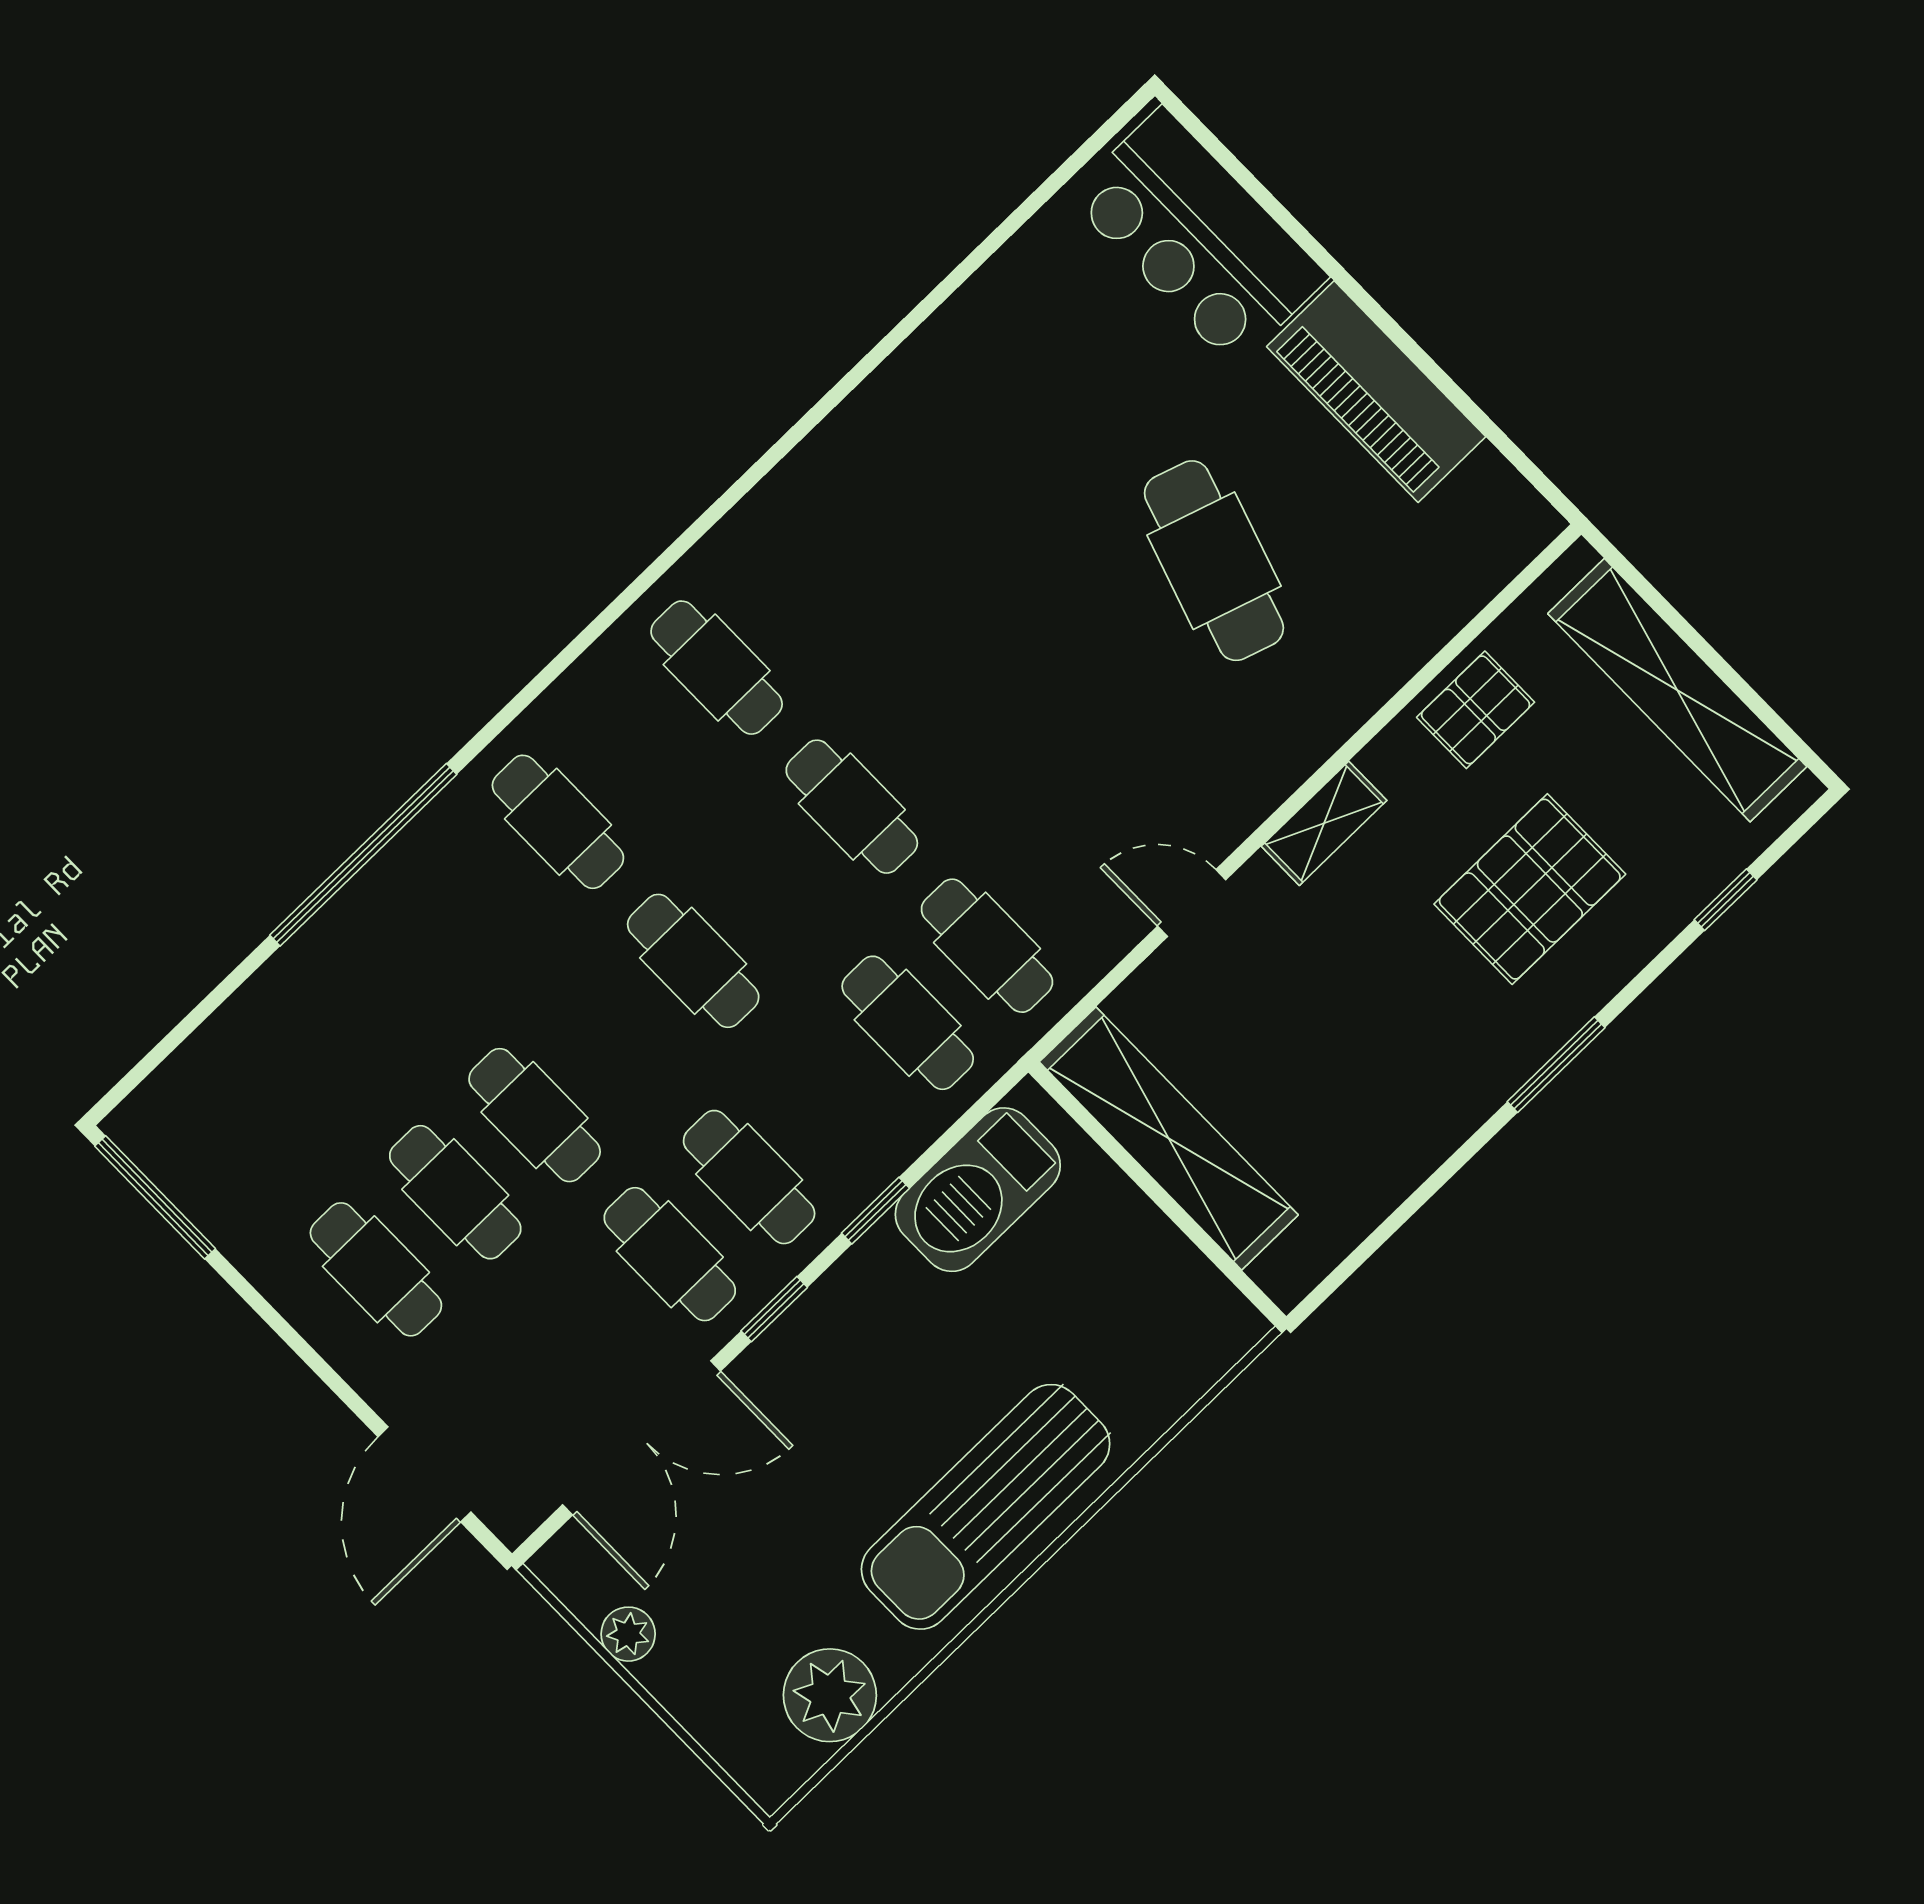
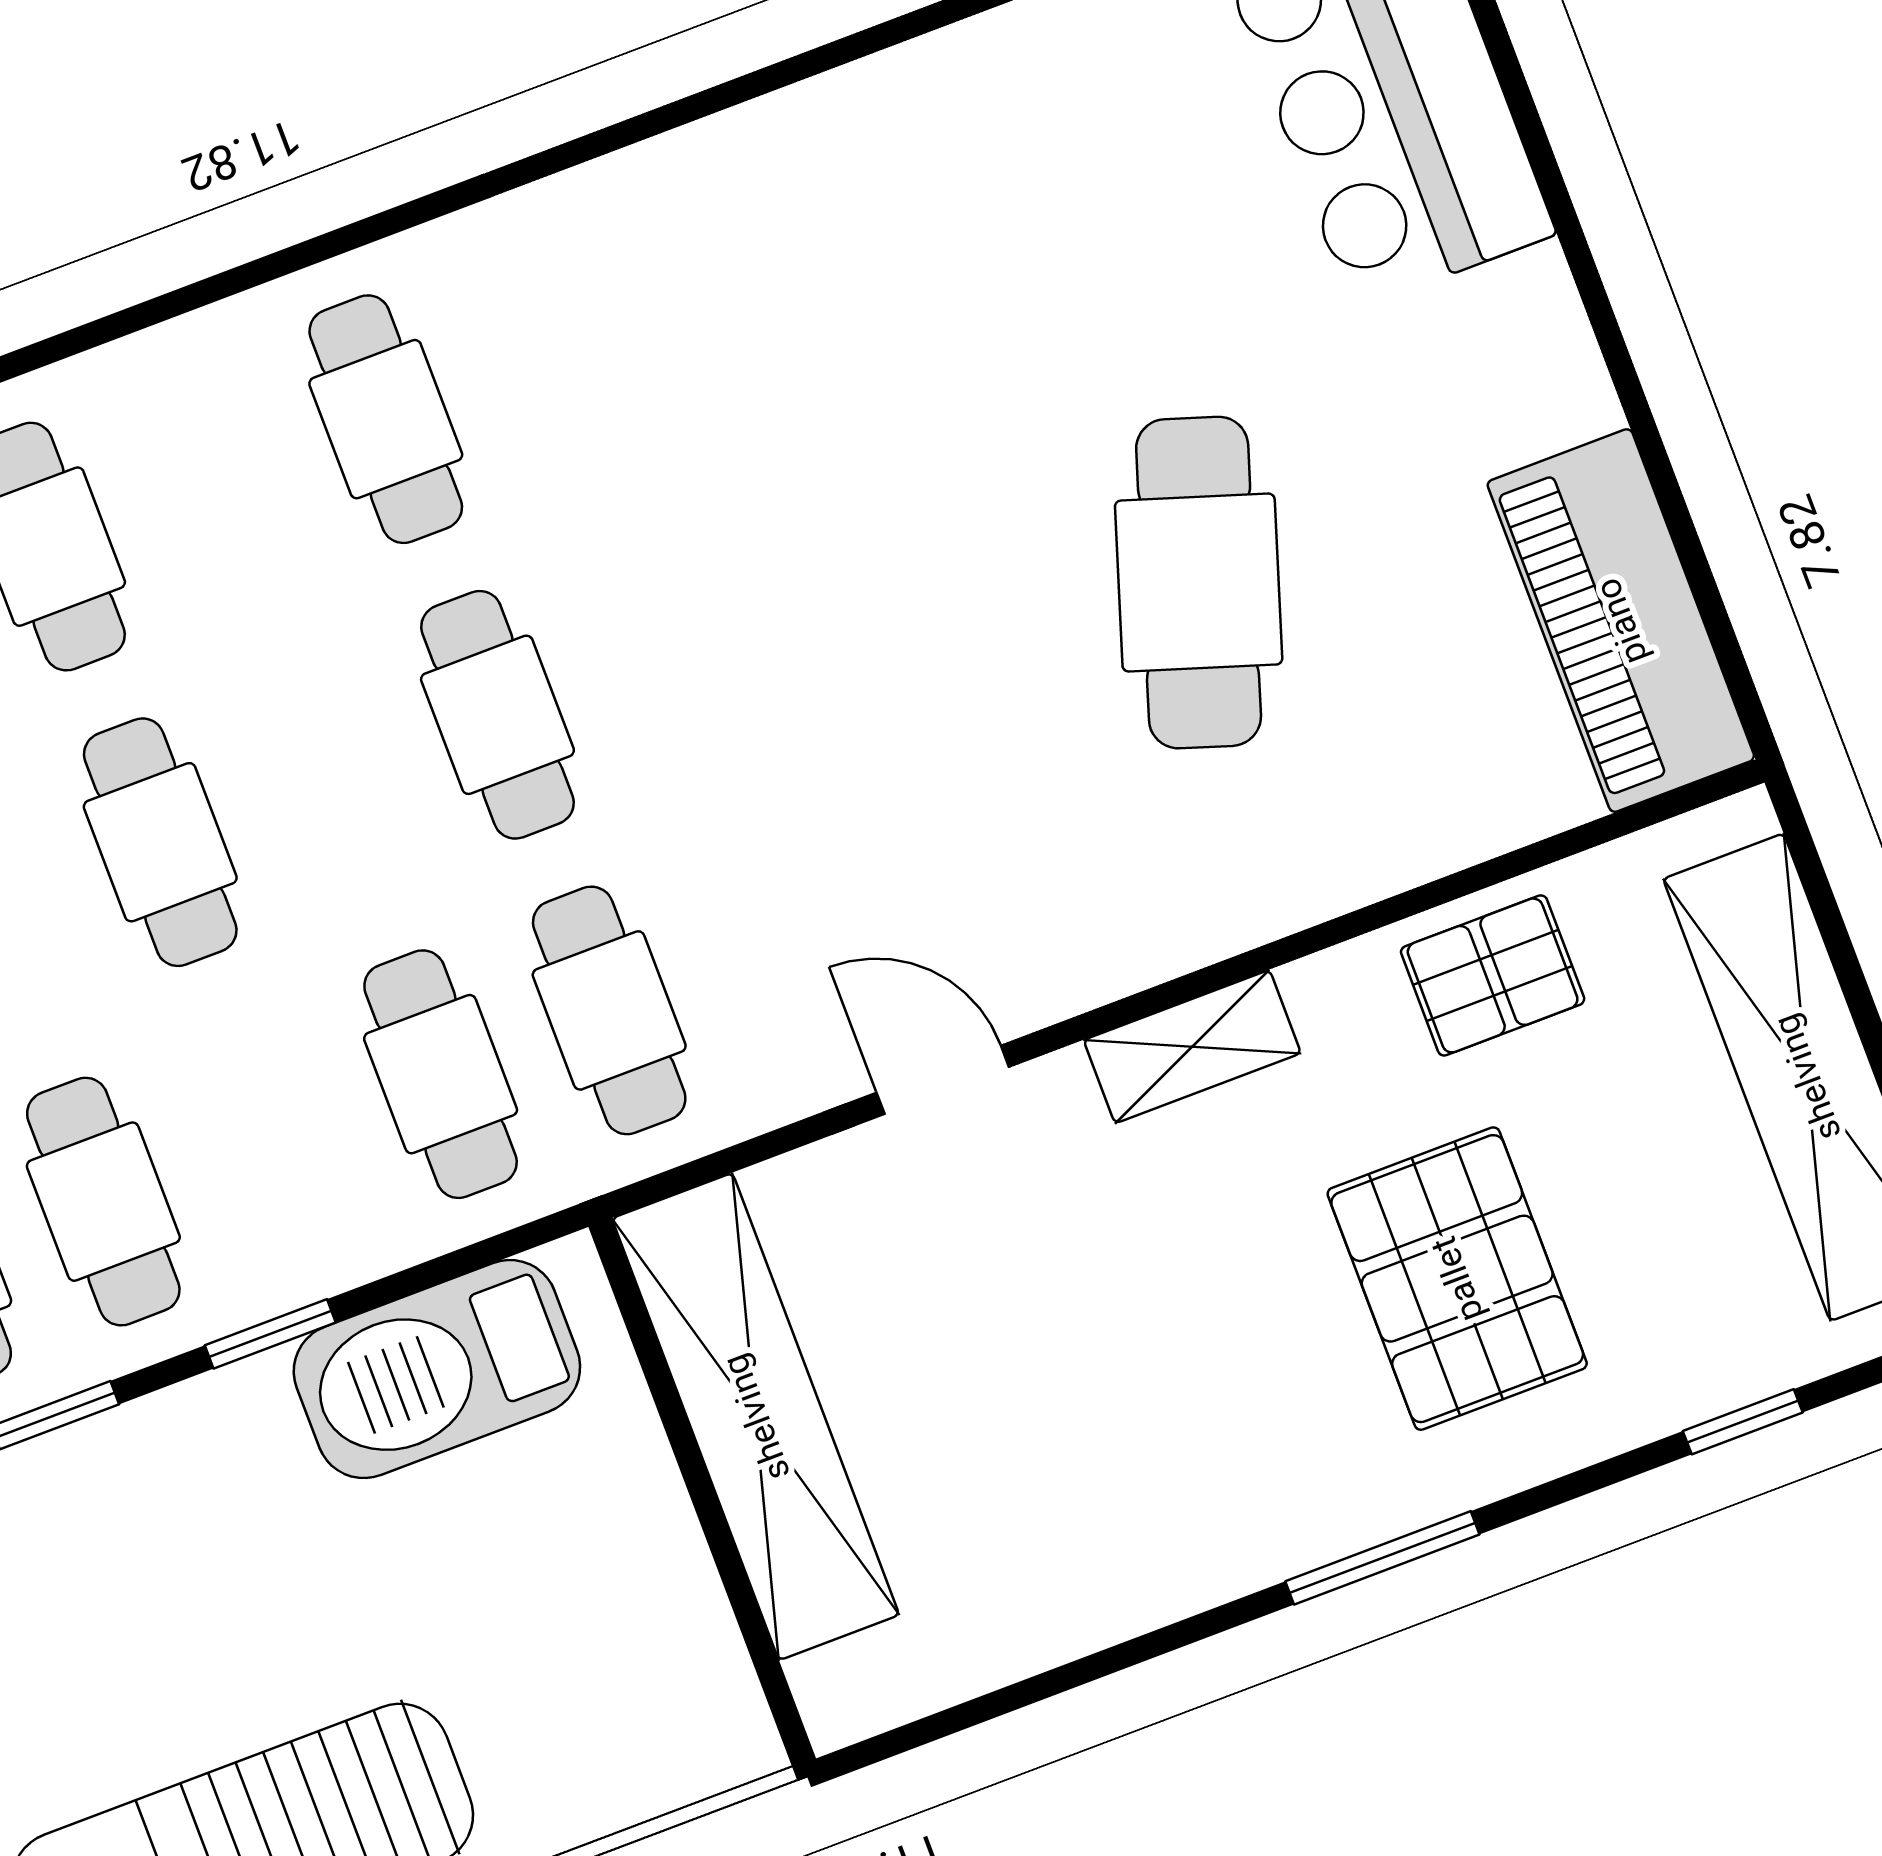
piano: (1376, 392) -> (1621, 621), moved
pallet: (1530, 889) -> (1457, 1279), turned 90

